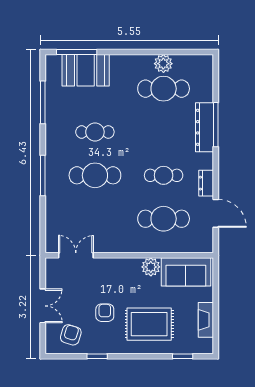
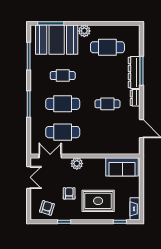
plant: (163, 64) -> (84, 31), moved
booth: (86, 70) -> (57, 40), width x1.36, depth x1.42
dresser: (206, 183) -> (135, 98), moved
cafe table: (164, 219) -> (63, 132), moved
plant: (151, 267) -> (77, 164), moved
double door: (43, 306) -> (29, 177), moved
fireplace: (206, 320) -> (135, 209), moved

